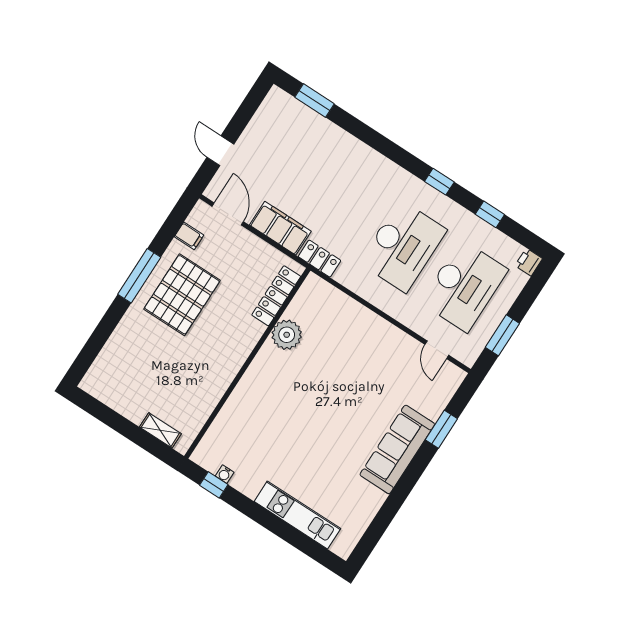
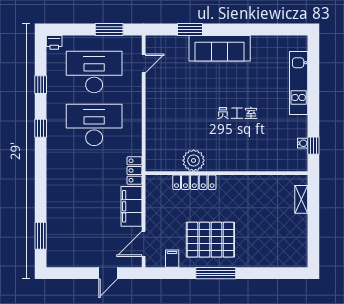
locker: (276, 296) -> (194, 182), moved

